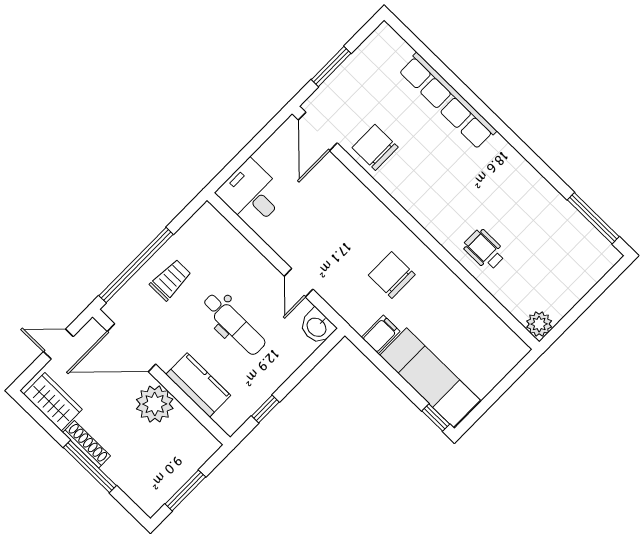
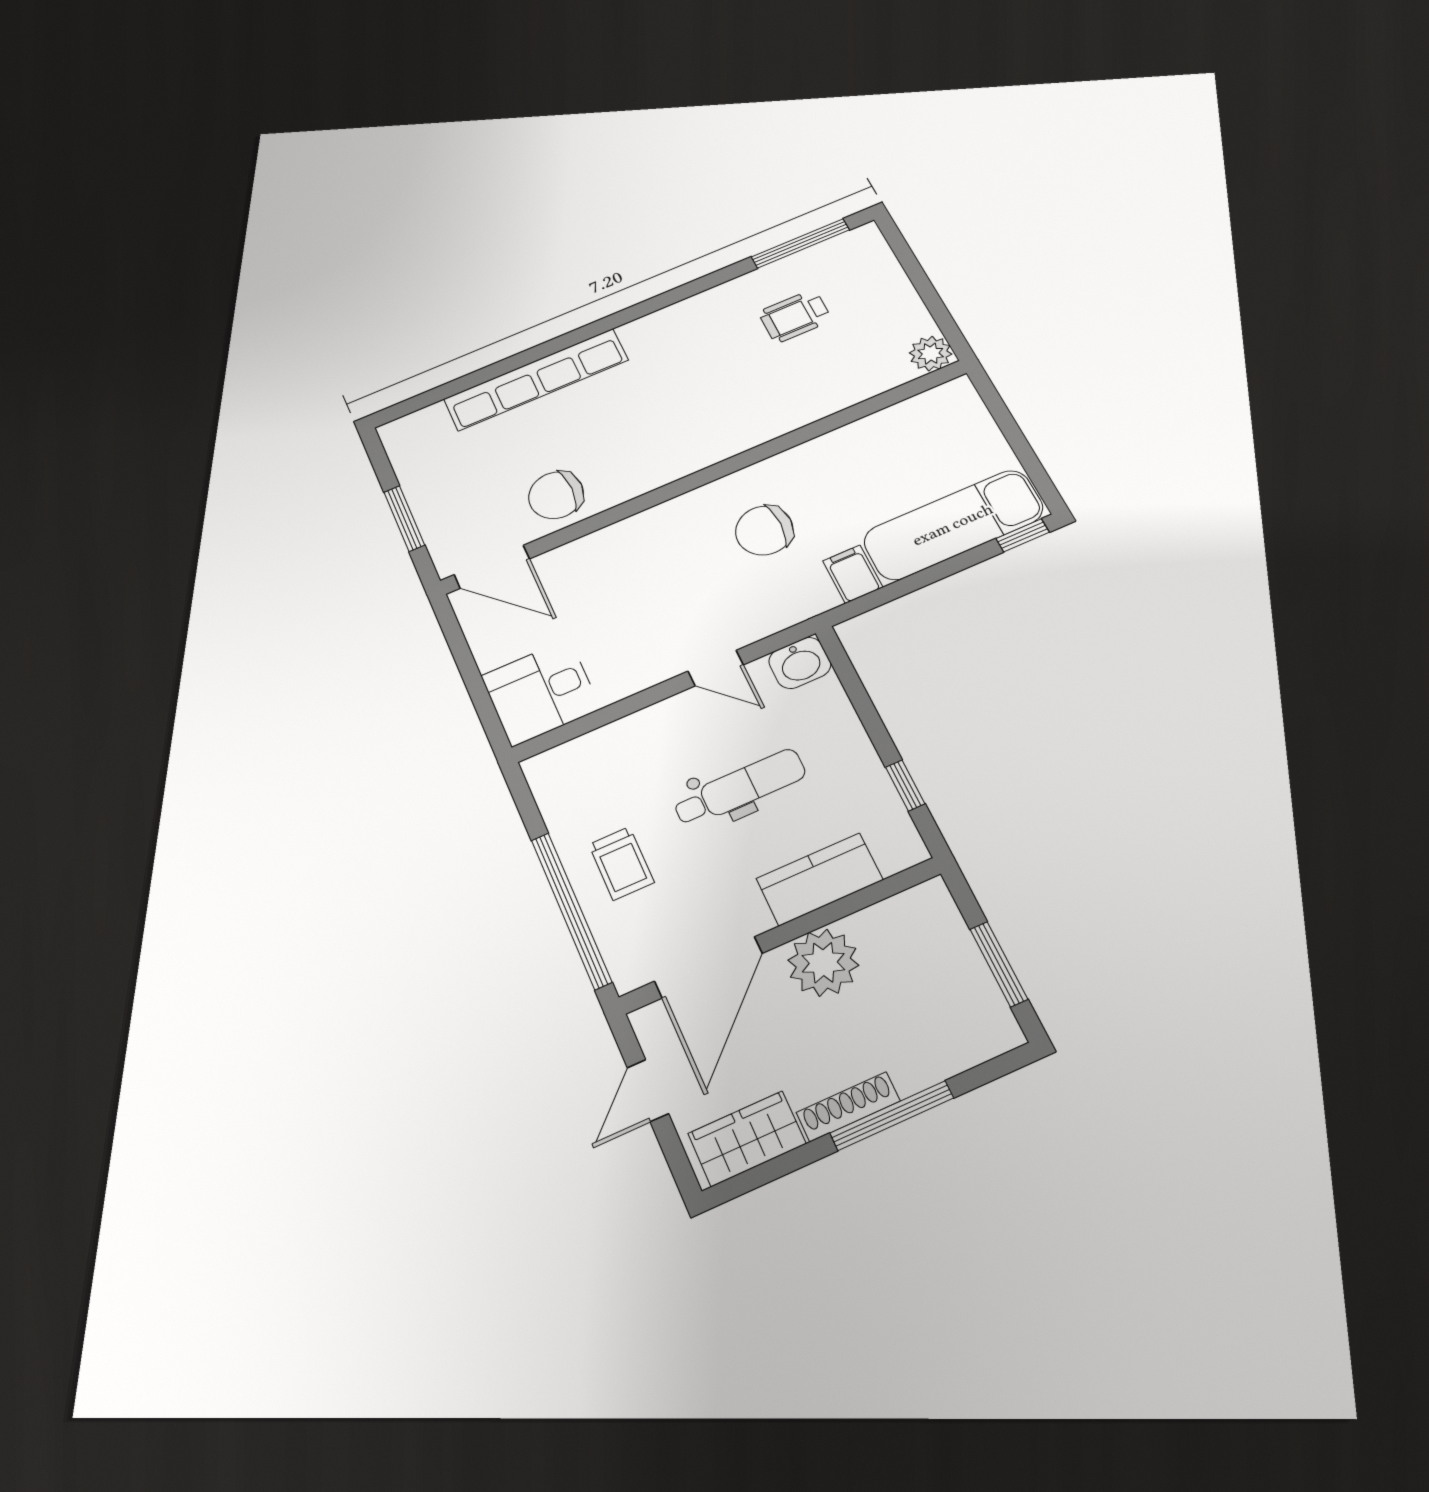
wheelchair: (484, 250) -> (795, 316), moved
trolley: (170, 280) -> (621, 863), turned 180

